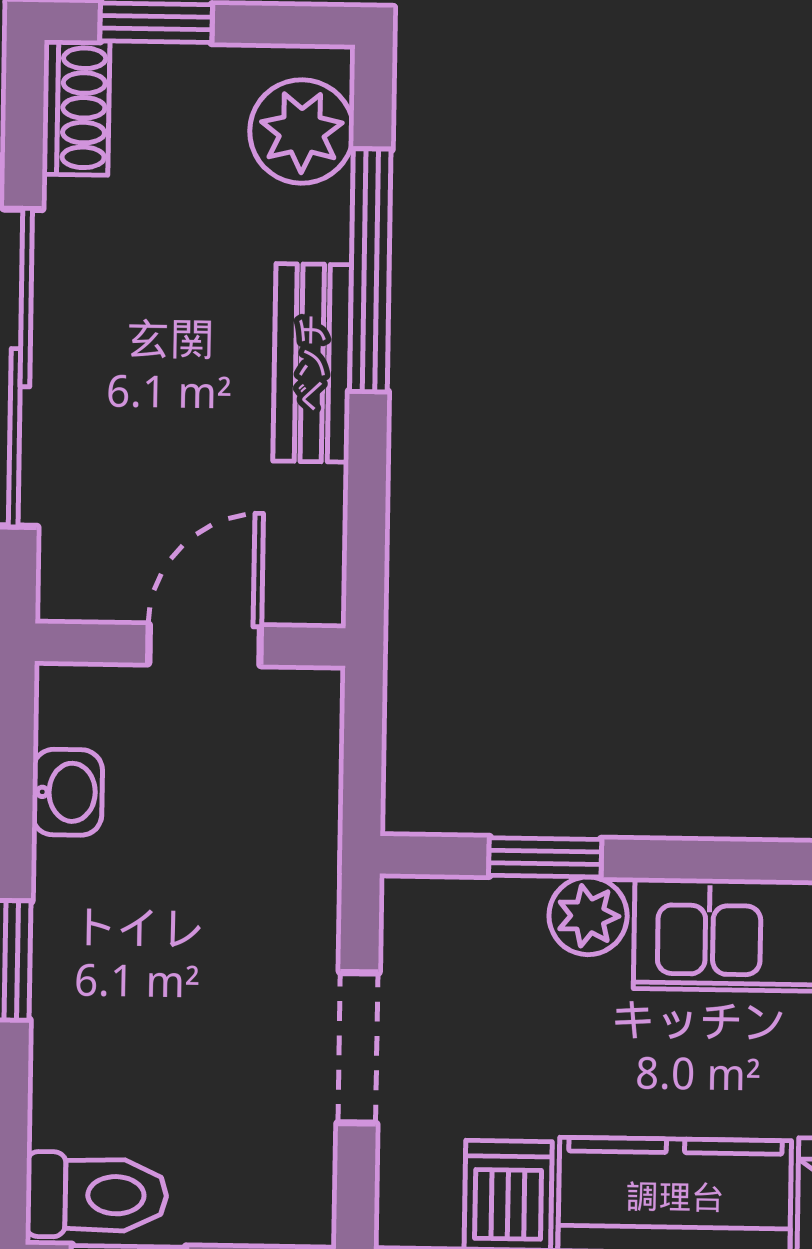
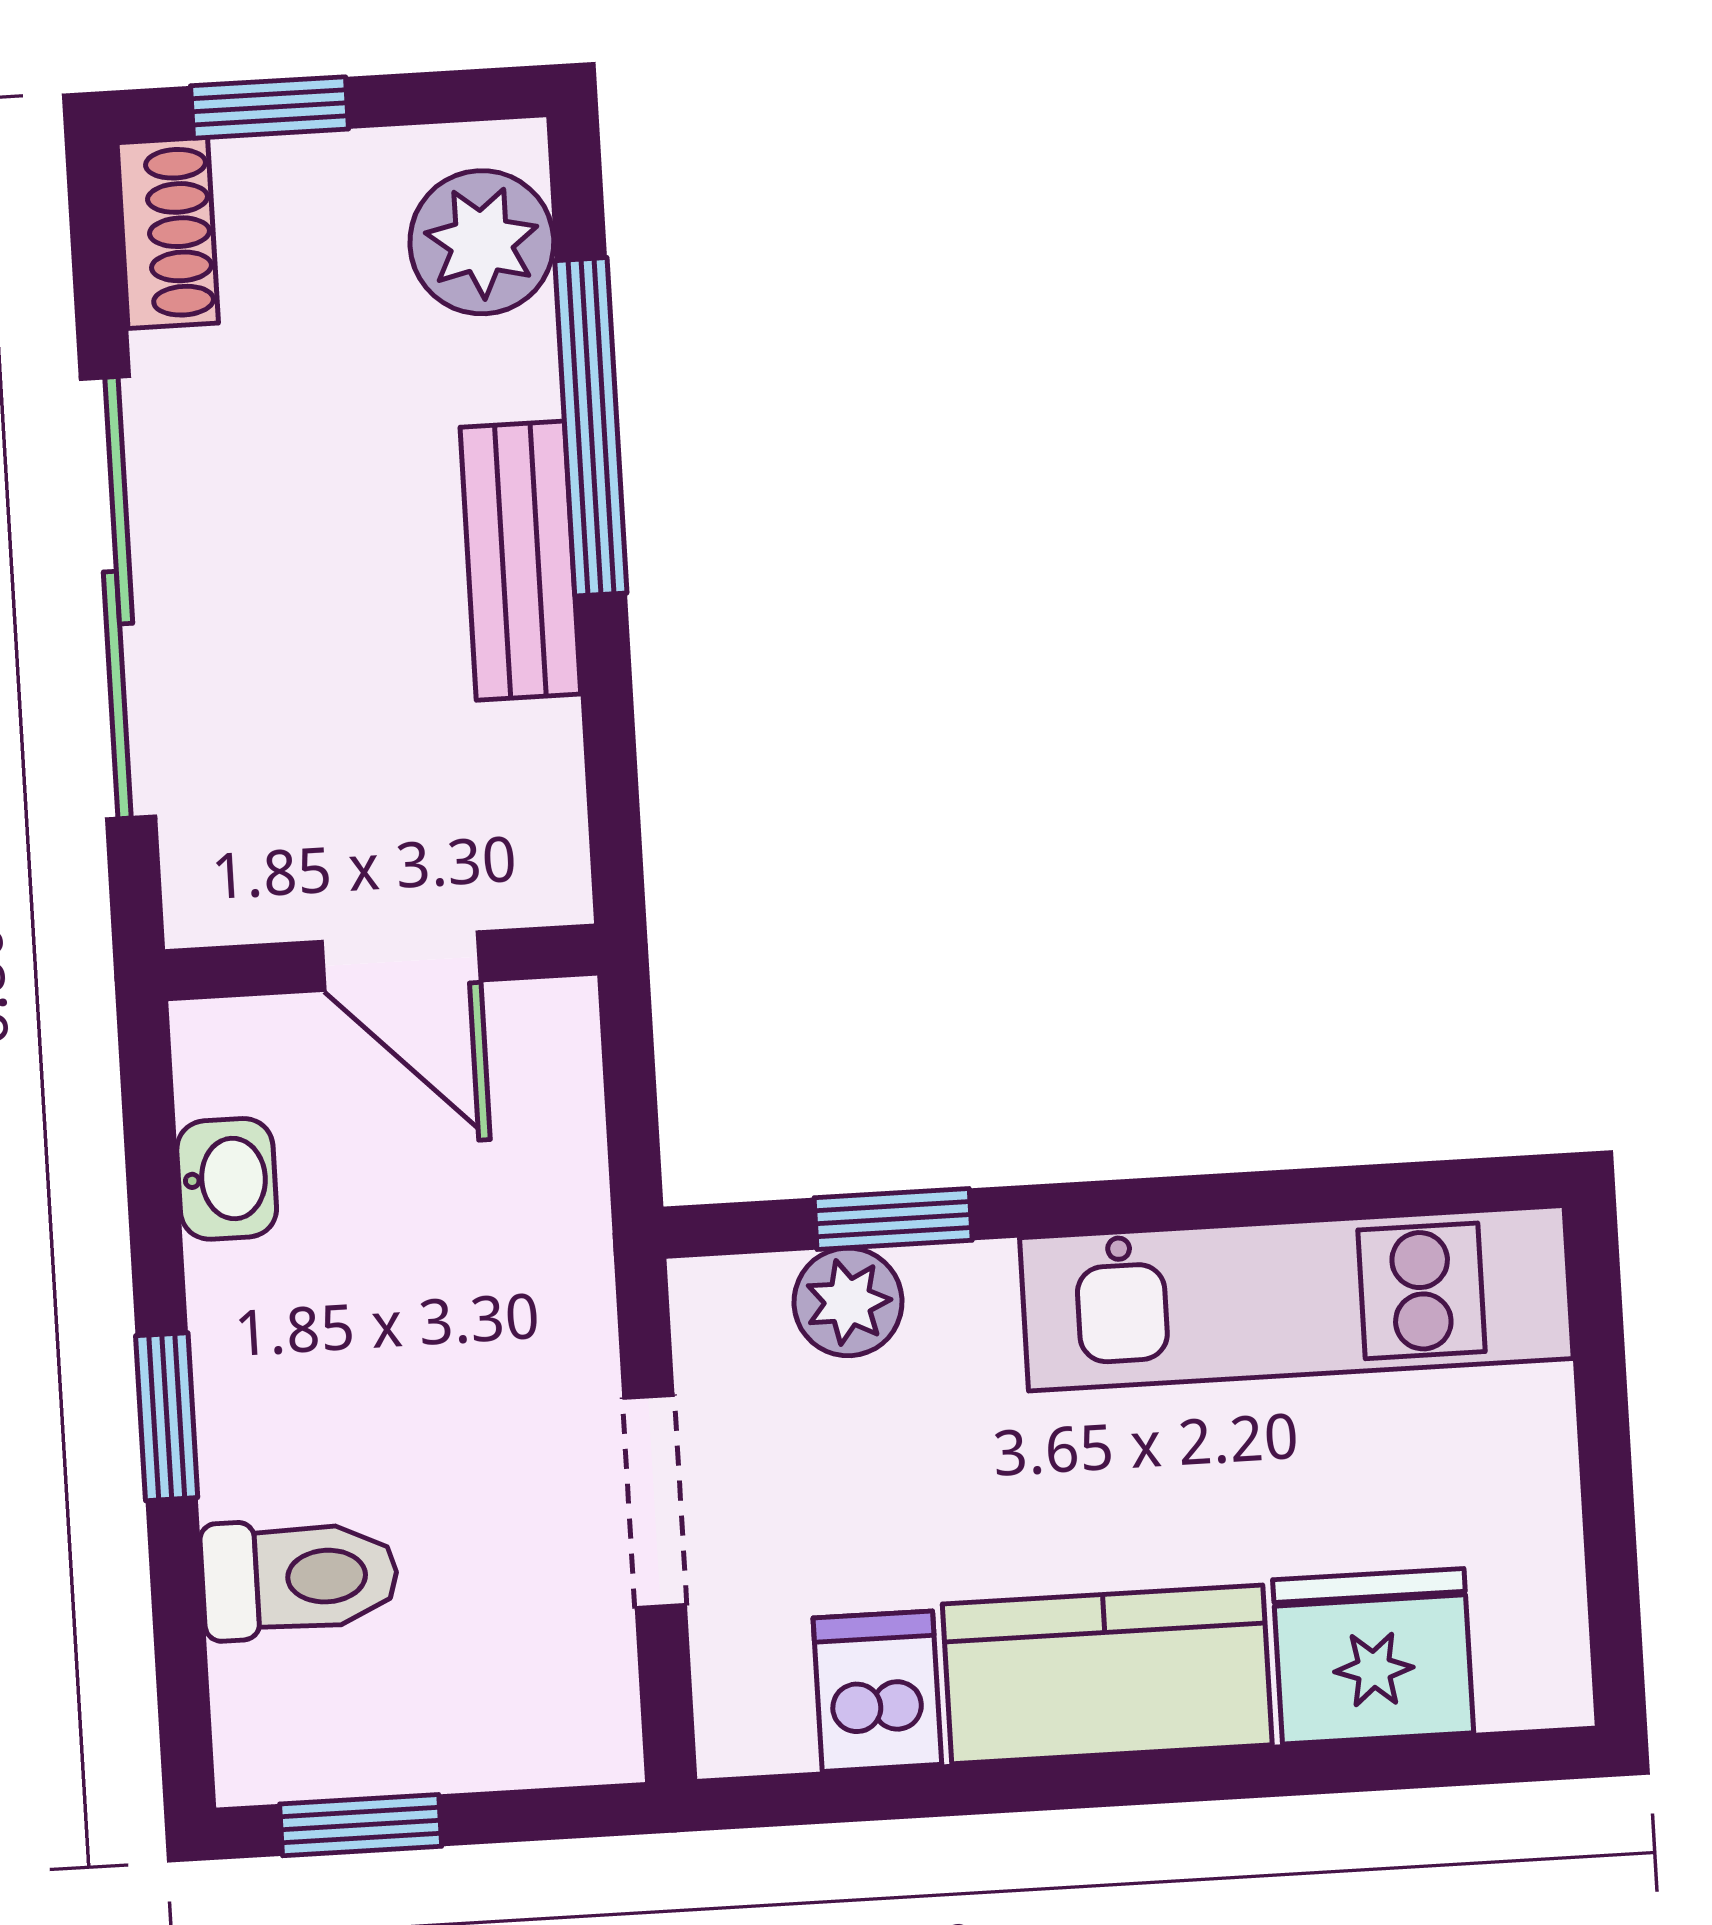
door: (205, 645) -> (401, 961), swing flipped
plant: (588, 916) -> (848, 1302), moved
toilet: (96, 1195) -> (299, 1578), moved

